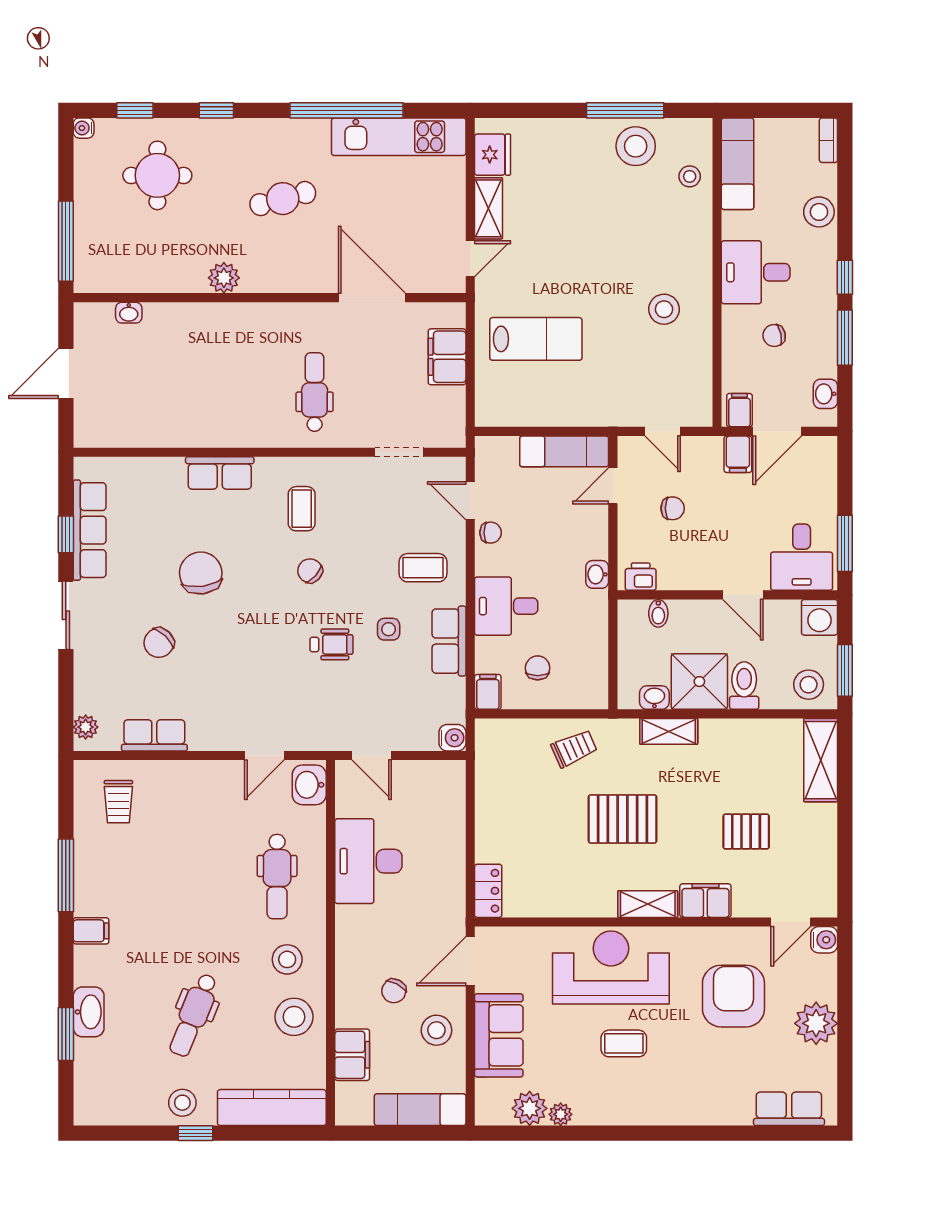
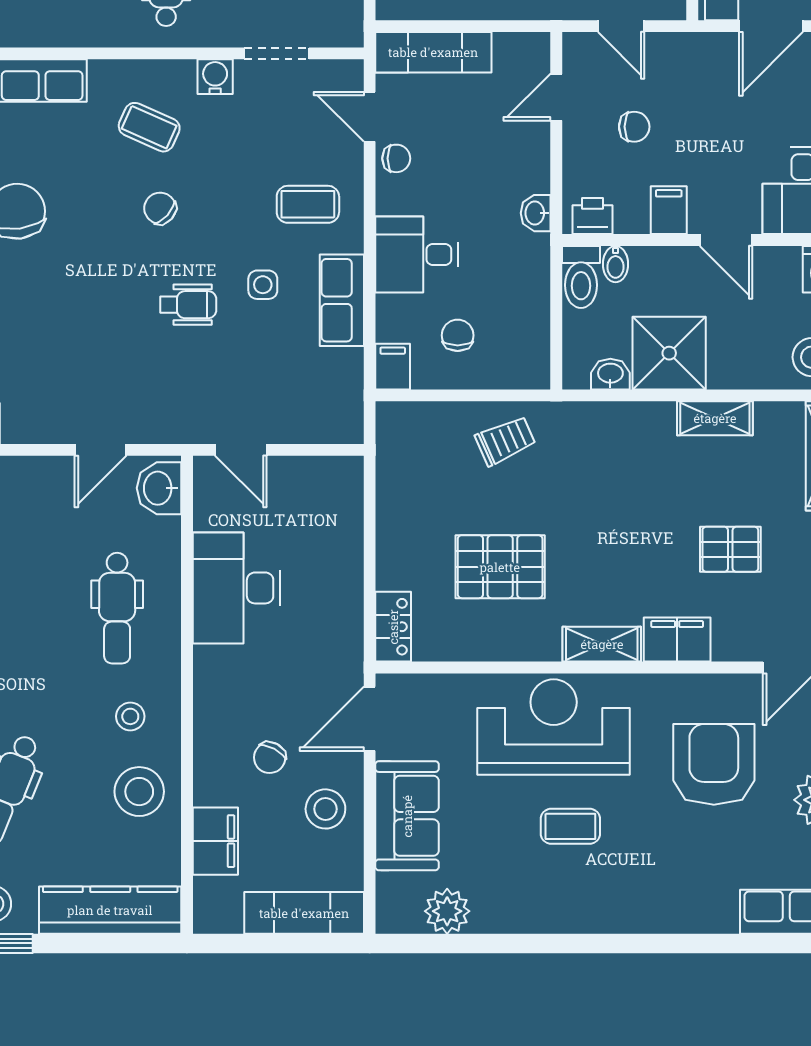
exam couch: (564, 451) -> (433, 52), moved
filing cabinet: (738, 454) -> (669, 210), moved, turned 180
coffee table: (302, 509) -> (149, 127), turned -66
toilet: (744, 686) -> (581, 277), moved, turned 180
shelving: (669, 731) -> (715, 418), moved
water cooler: (452, 738) -> (215, 77), moved, turned -90
pallet: (622, 819) -> (500, 567), moved
stool: (287, 959) -> (130, 716), width x0.73, depth x0.73
plant: (561, 1114) -> (488, 919), removed

